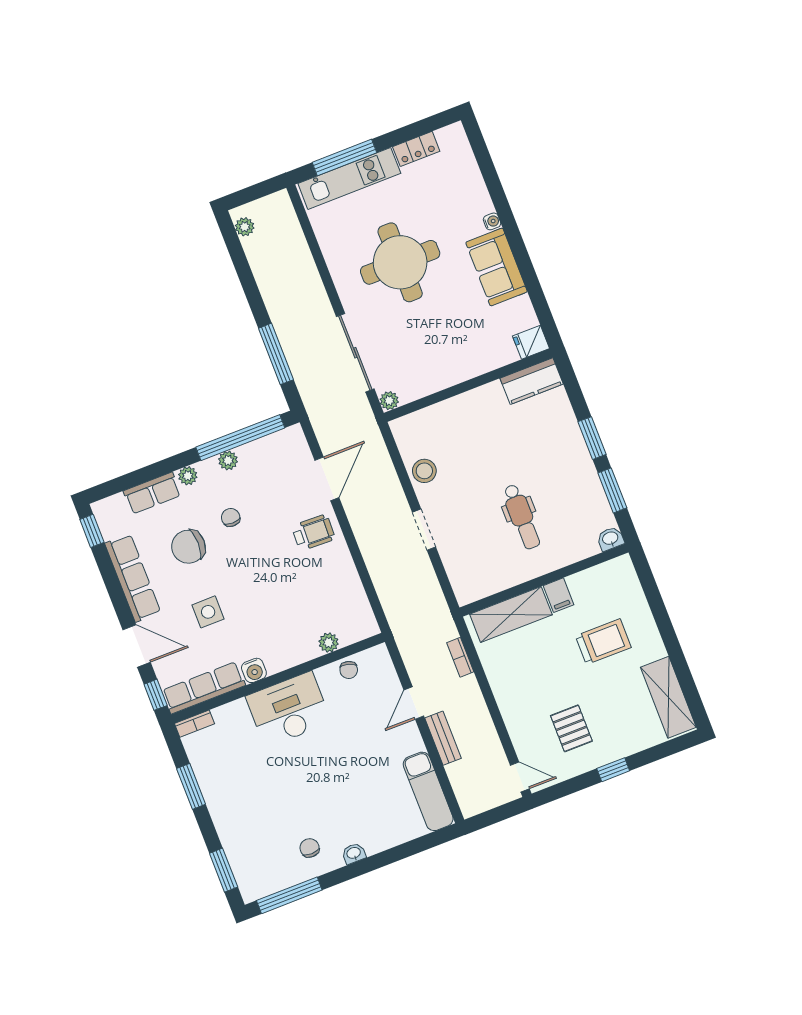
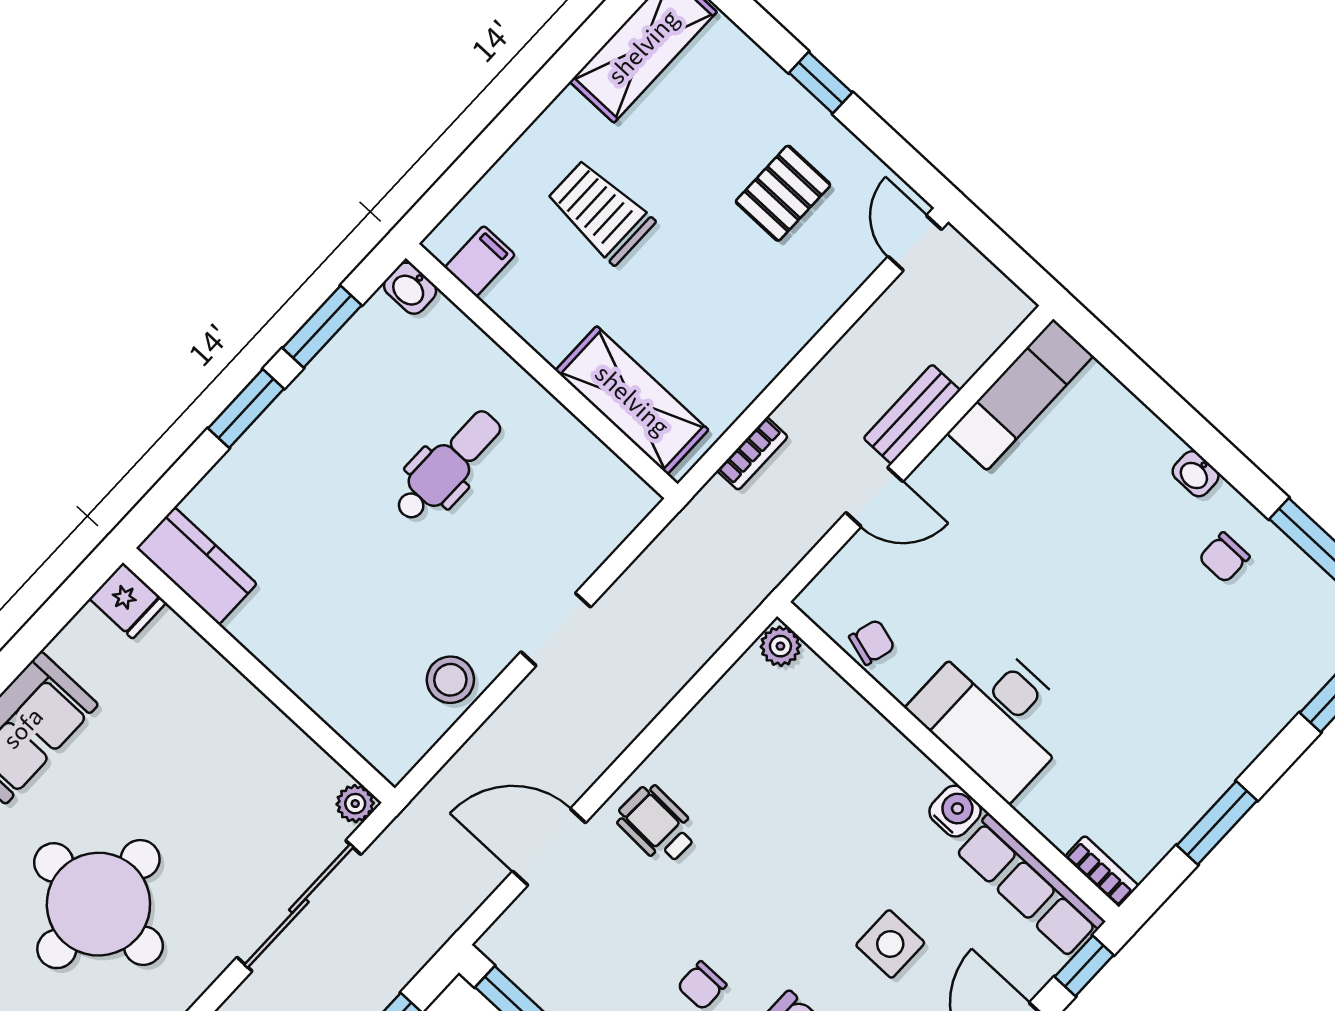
filing cabinet: (558, 595) -> (480, 261), moved
plant: (329, 643) -> (780, 646), moved

